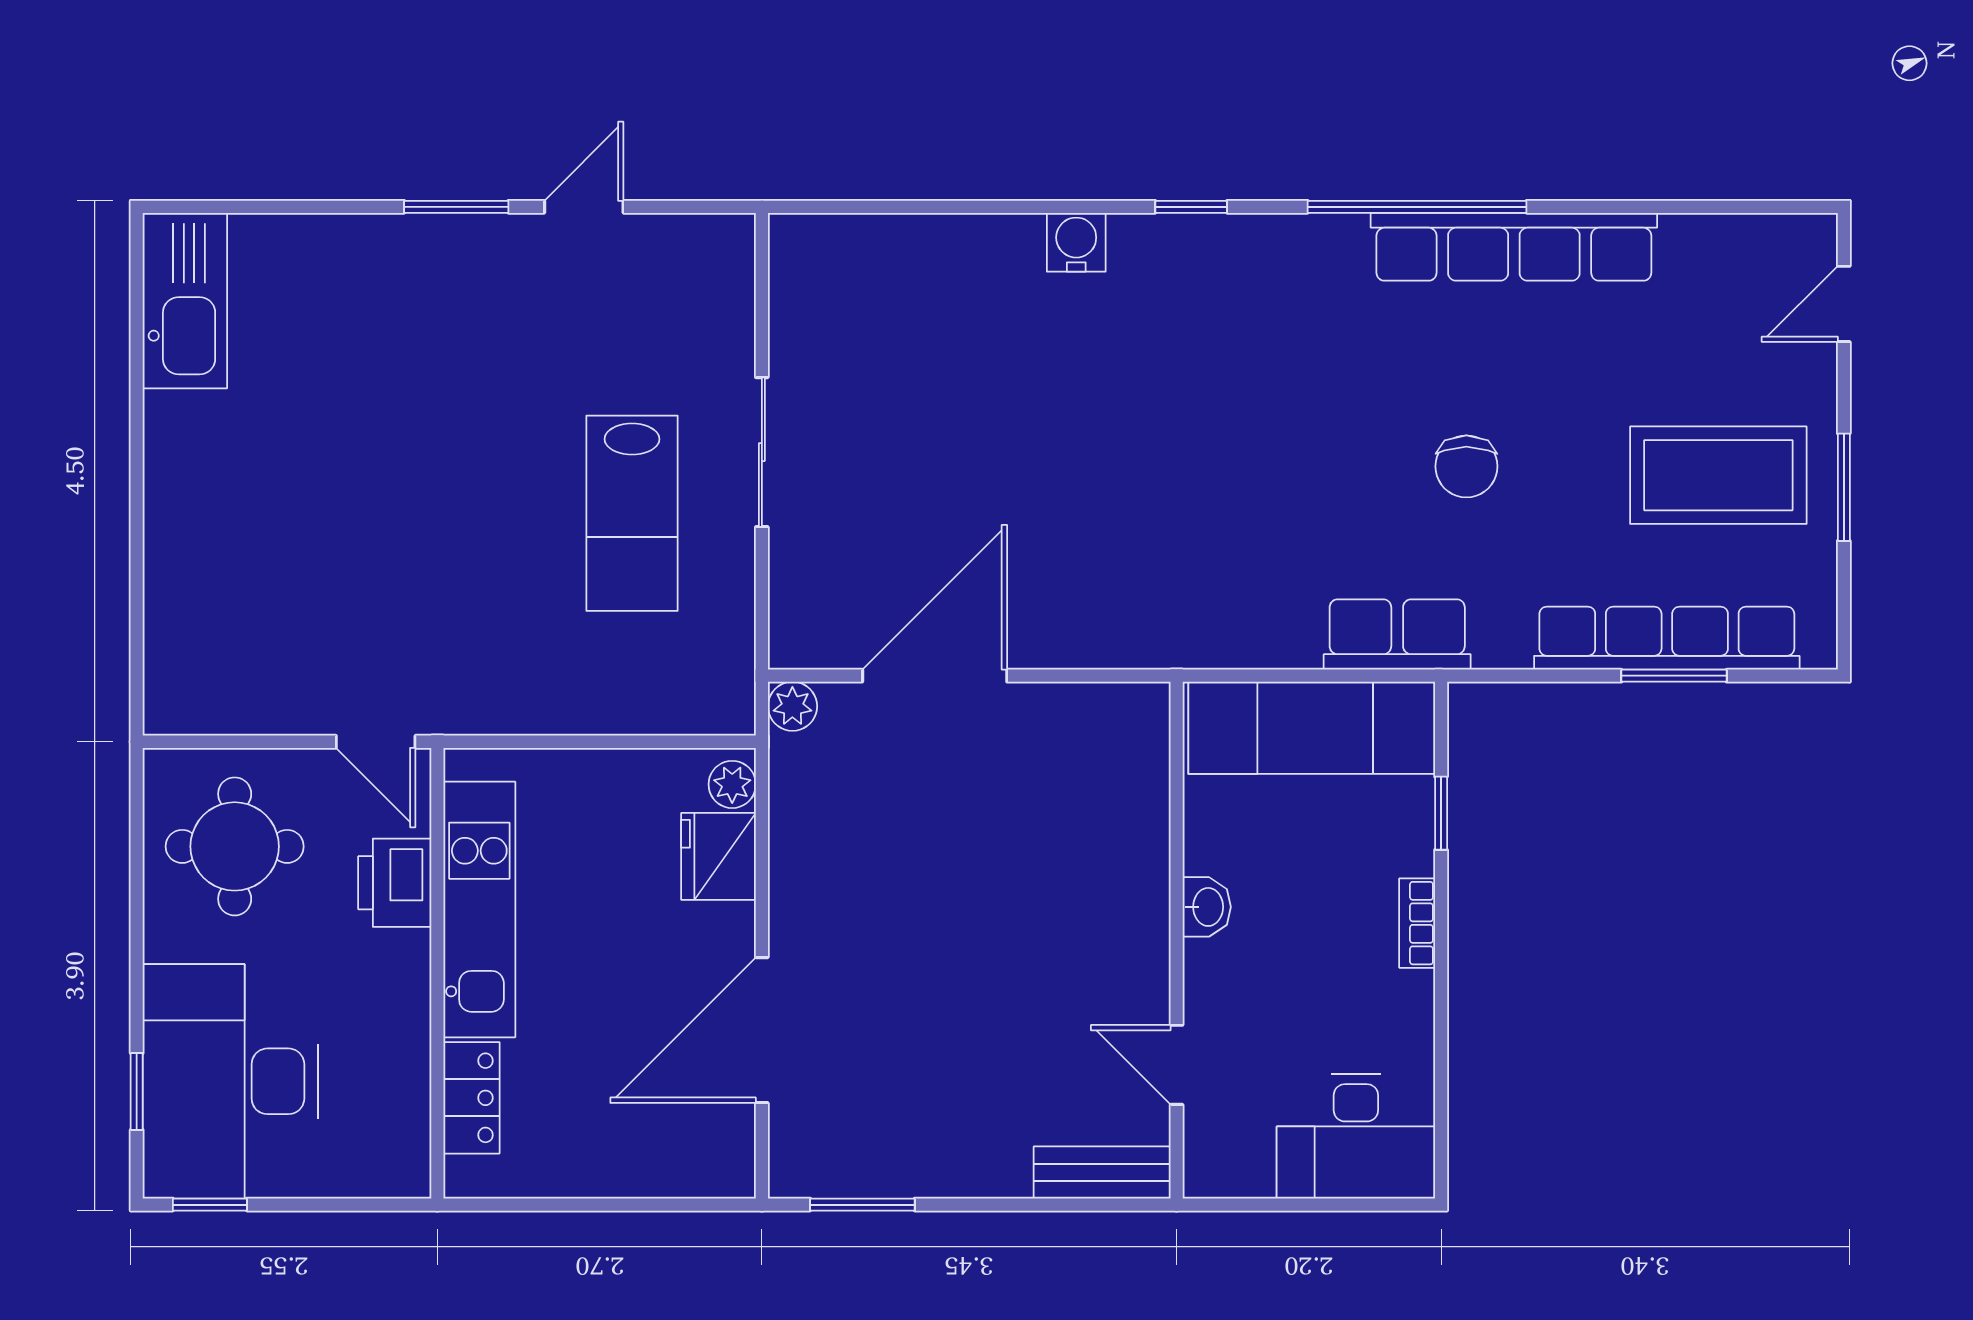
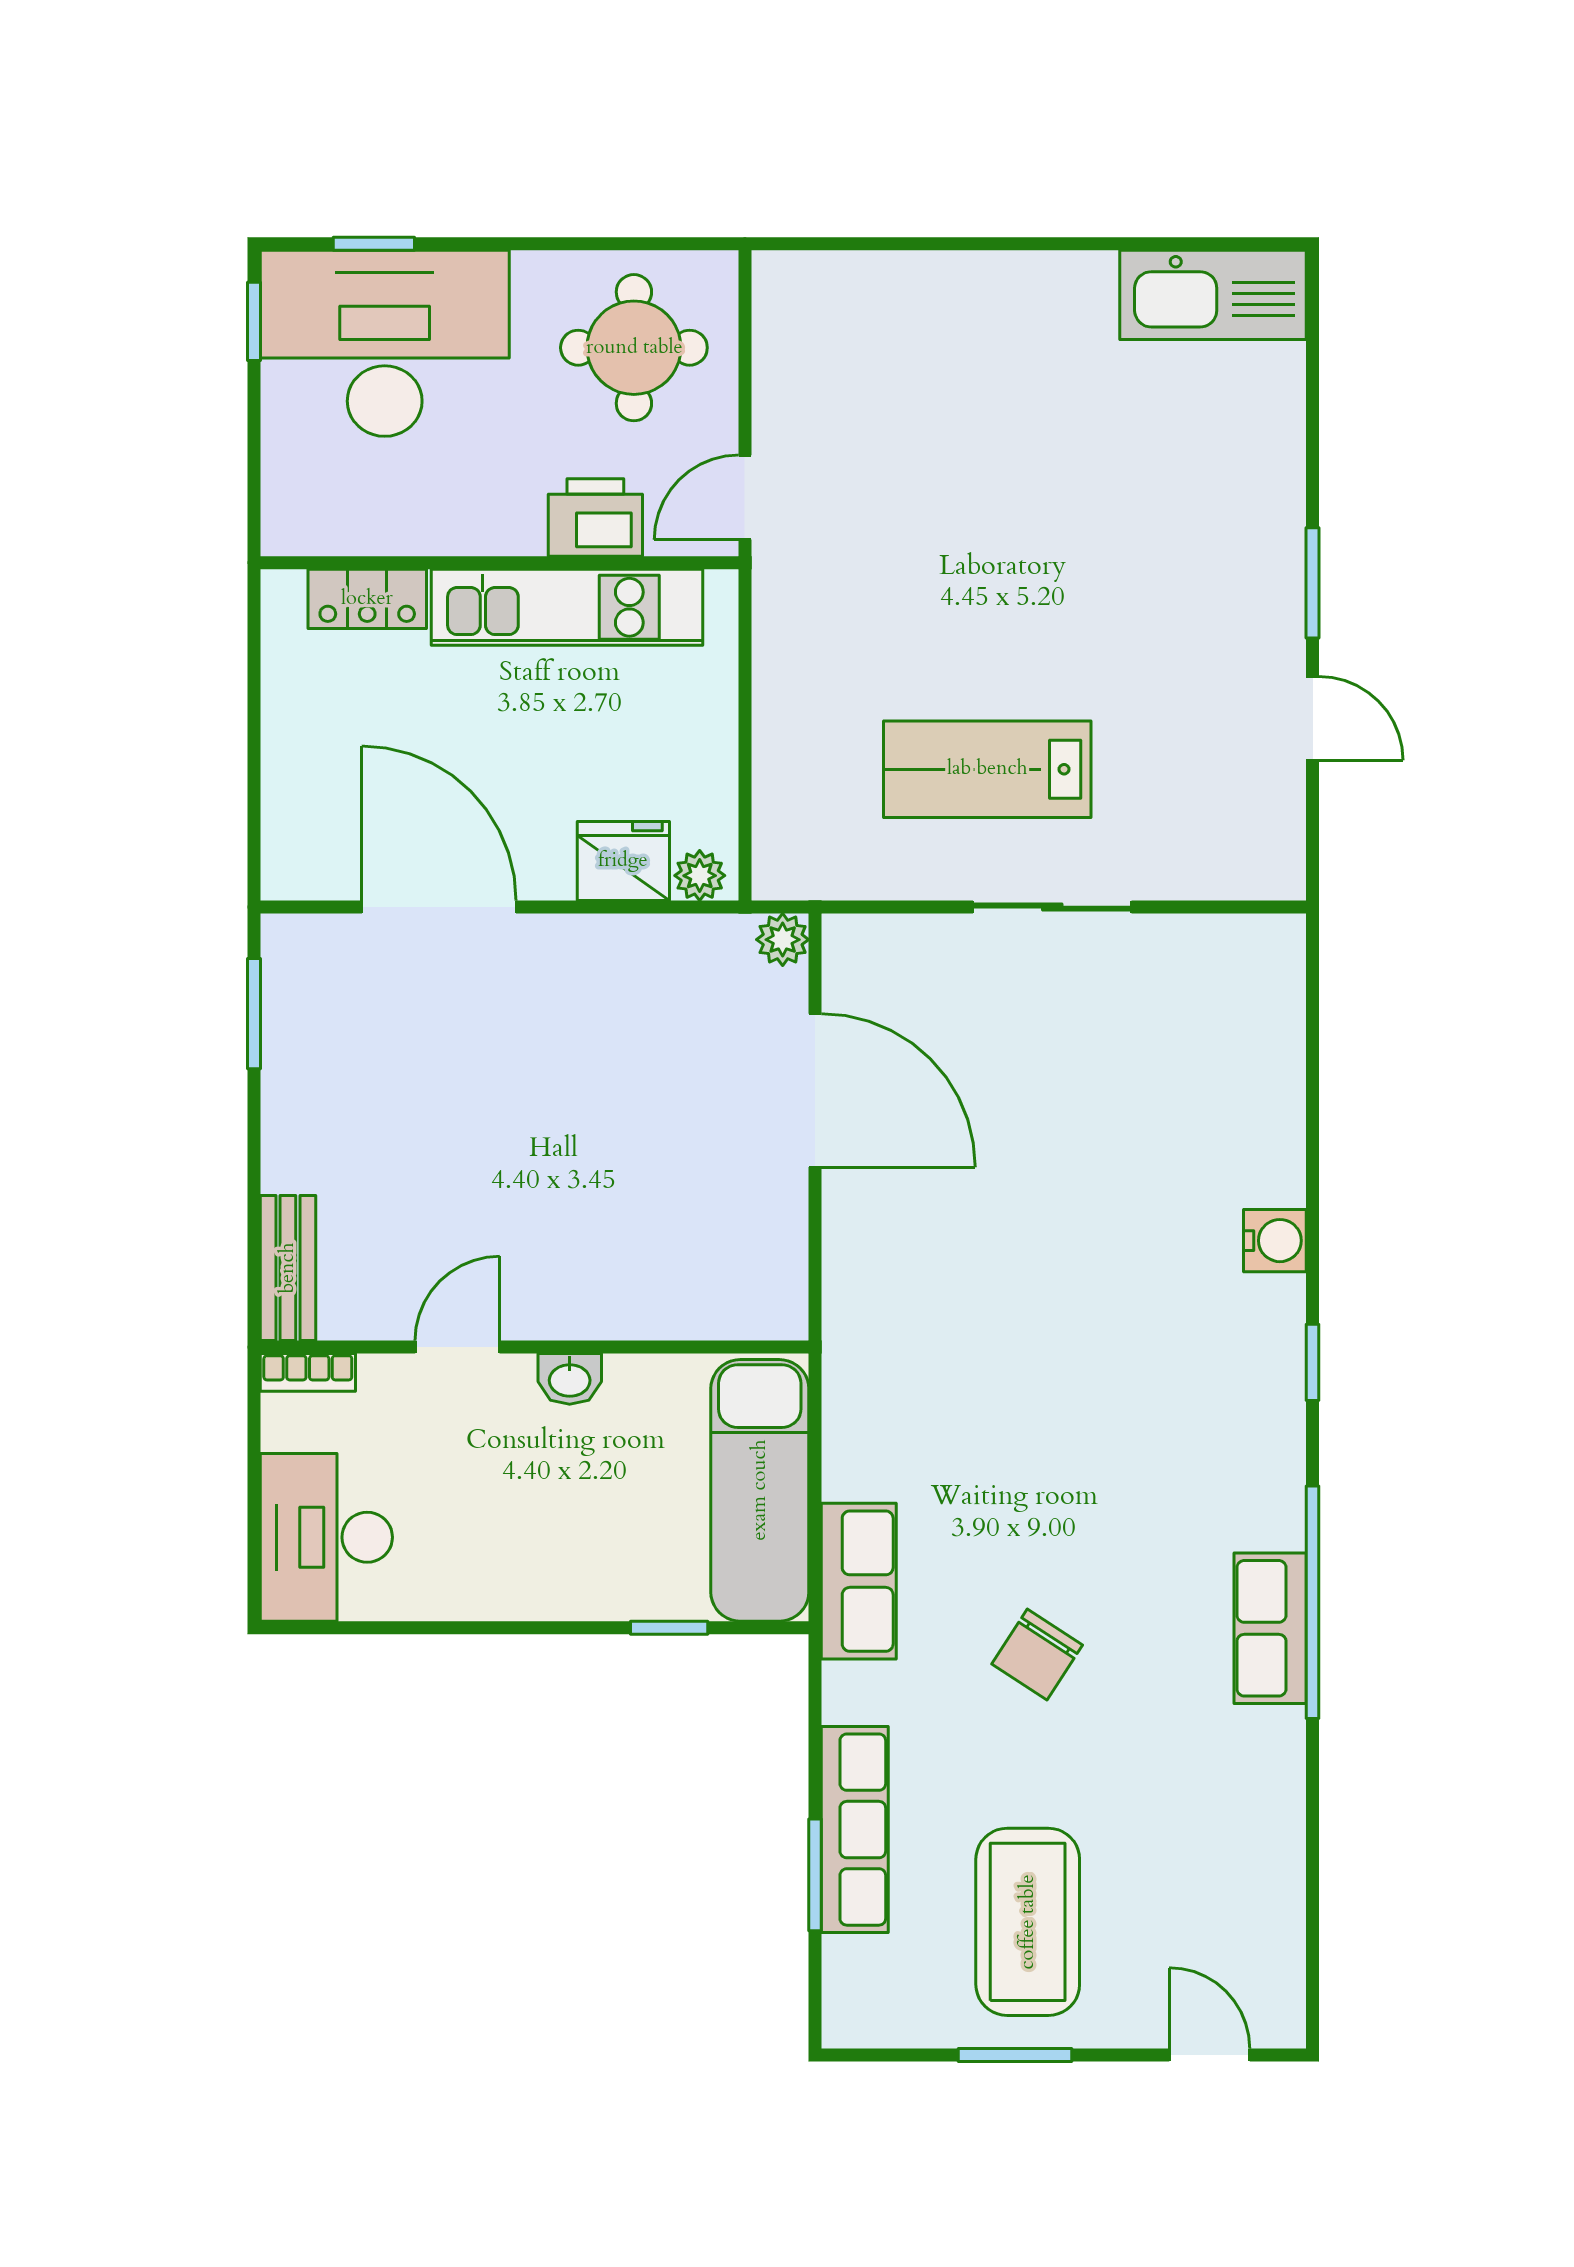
row of seats: (1514, 247) -> (1270, 1628), width x0.50
chair: (1466, 466) -> (1037, 1655), turned -57
row of seats: (1667, 638) -> (855, 1830), width x0.73
bookcase: (1417, 923) -> (308, 1372), moved, turned 180
door: (1177, 1065) -> (457, 1347), moved

